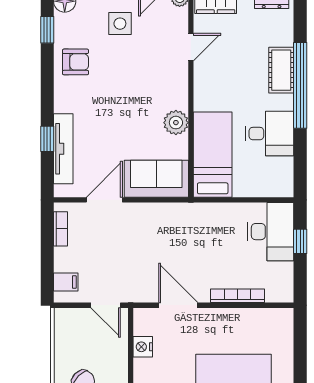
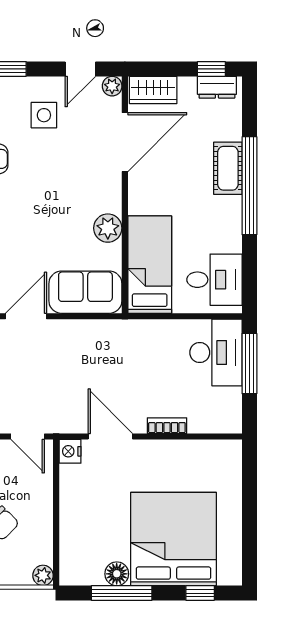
door: (191, 47) -> (125, 142), width x1.87
desk: (269, 134) -> (214, 280), moved
window: (300, 241) -> (249, 364), width x2.17
bookcase: (238, 296) -> (167, 426), width x0.64
nightstand: (143, 347) -> (70, 451), moved

